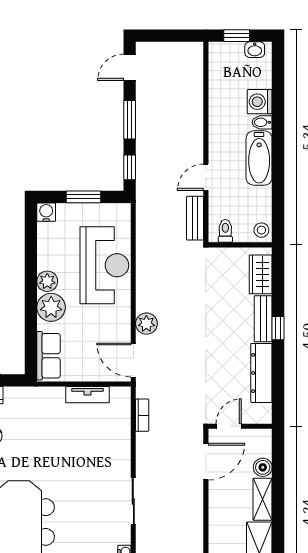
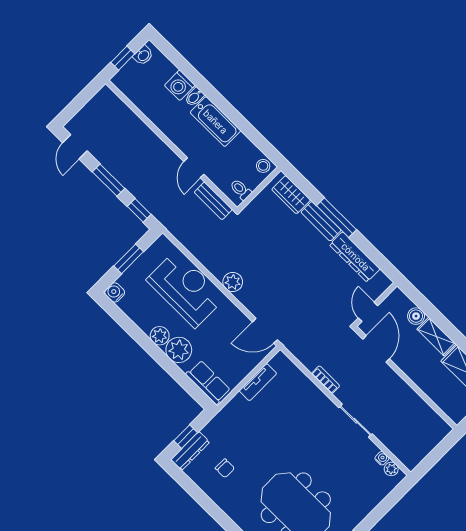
plant: (146, 324) -> (233, 282), moved
window: (278, 328) -> (336, 218), width x2.17
bookcase: (142, 415) -> (326, 380), moved

